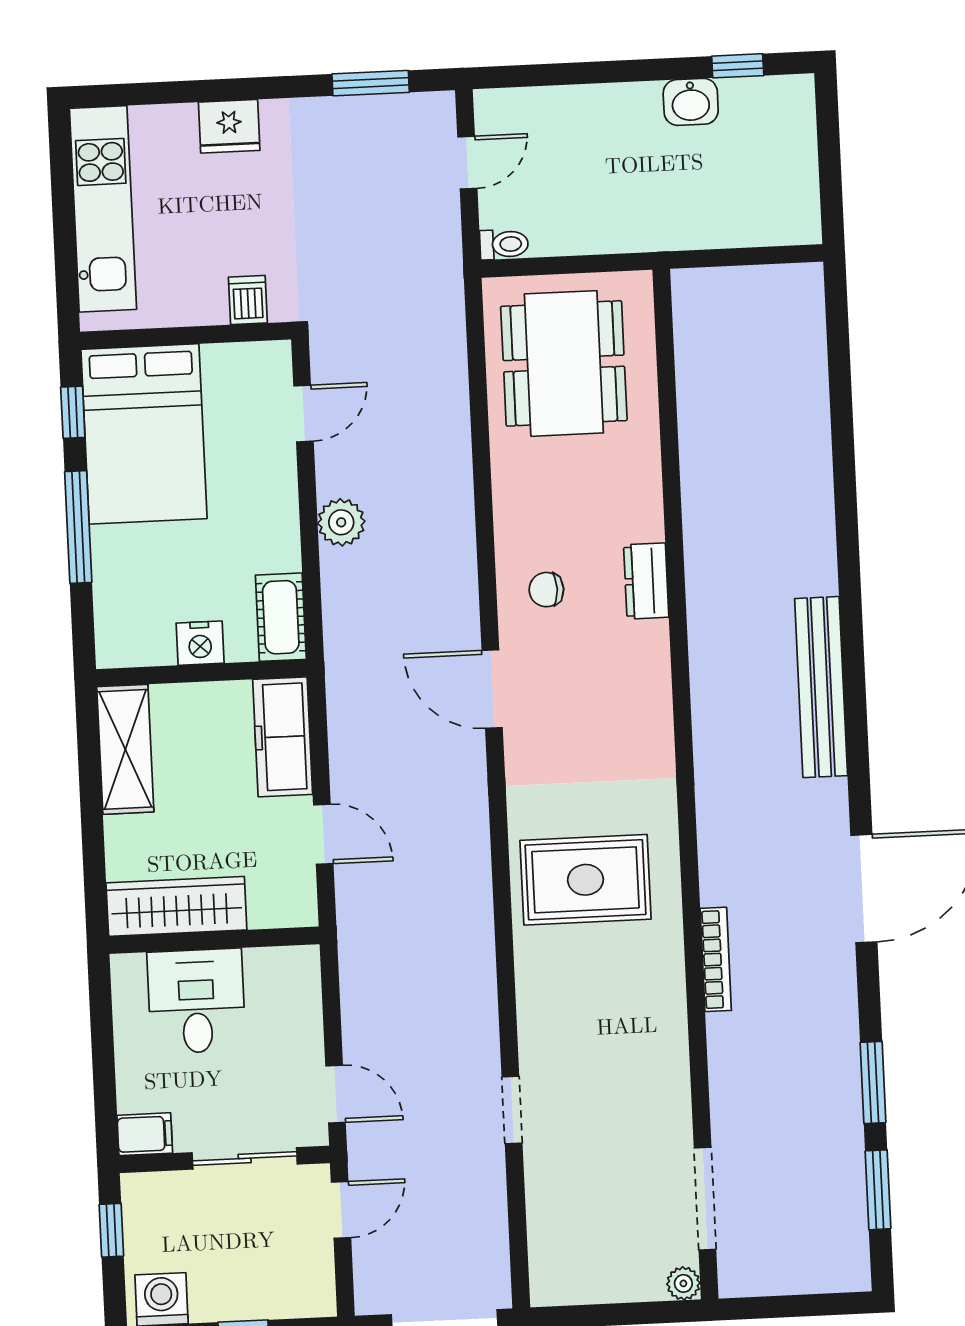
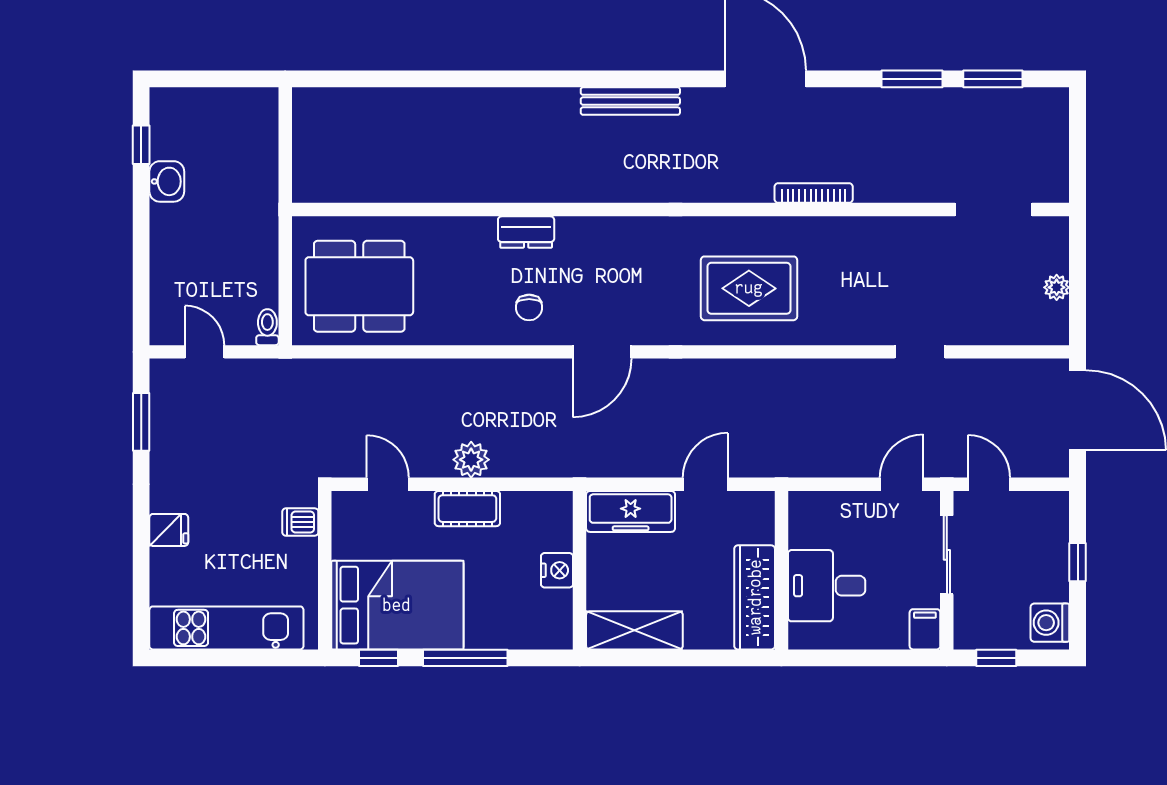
fridge: (229, 126) -> (169, 530), width x0.72
cot: (281, 617) -> (467, 509), moved
bench: (821, 687) -> (630, 101), width x0.73, depth x0.82
rug: (586, 880) -> (749, 288), turned 90
plant: (683, 1283) -> (1057, 287), moved

